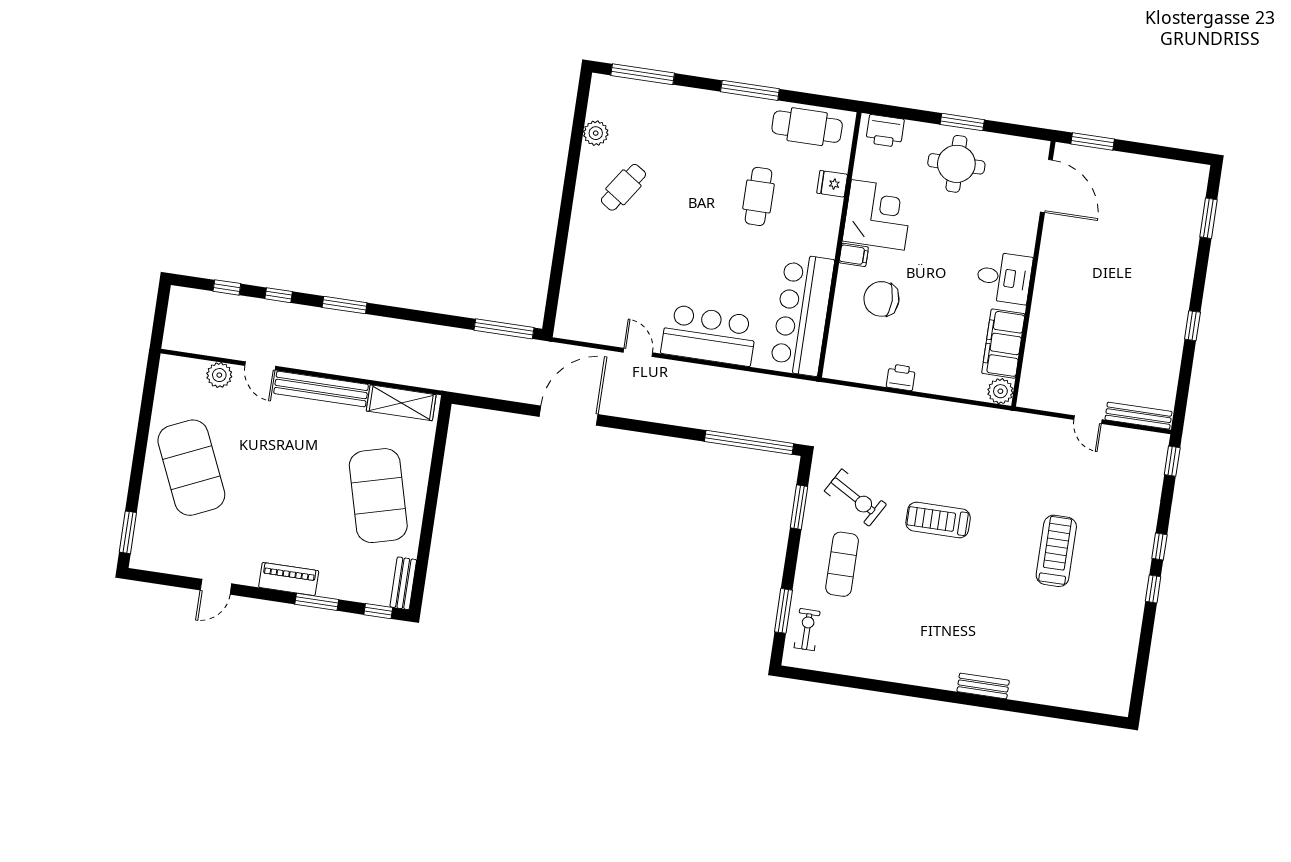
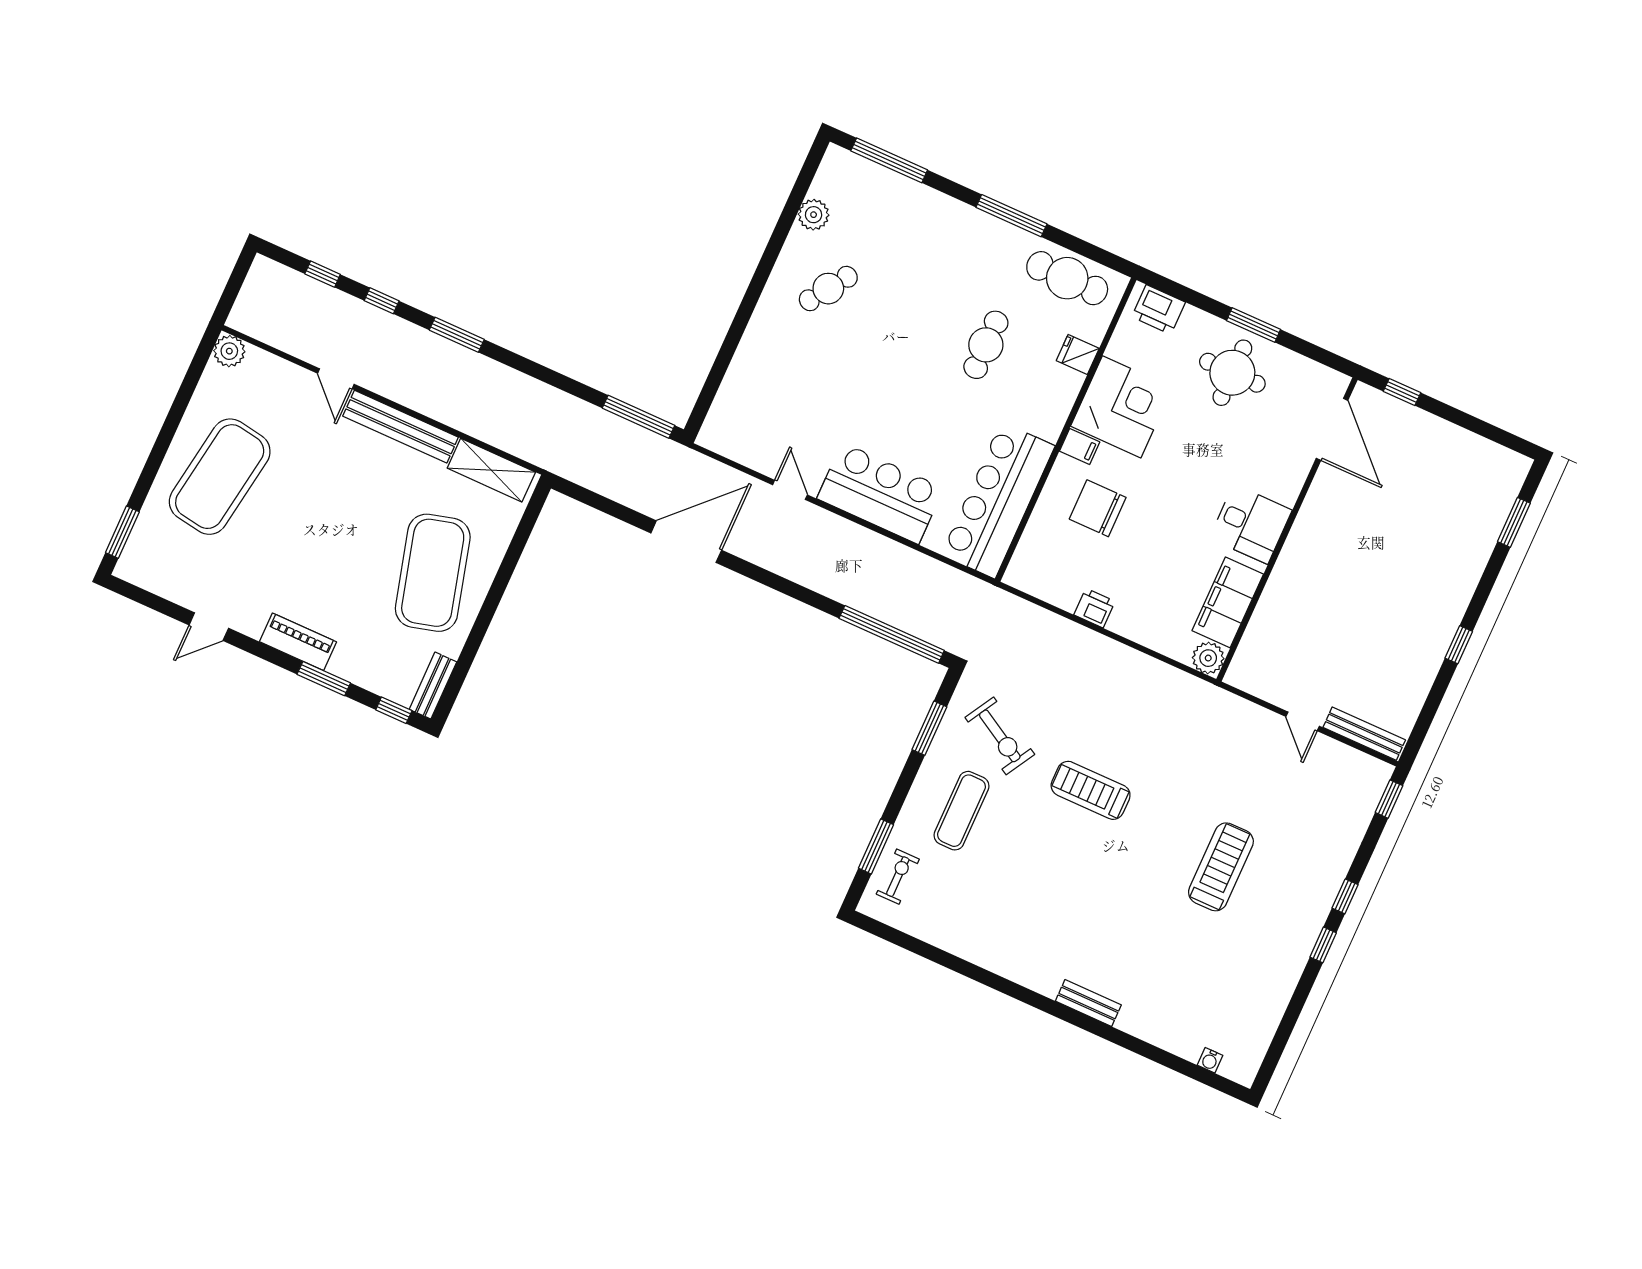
window: (1093, 142) -> (1402, 392), width x0.67
plant: (219, 375) -> (229, 351), moved
exercise mat: (191, 468) -> (220, 477), turned 33
water cooler: (1090, 704) -> (1210, 1060), added

